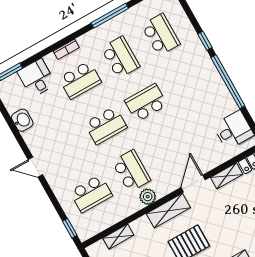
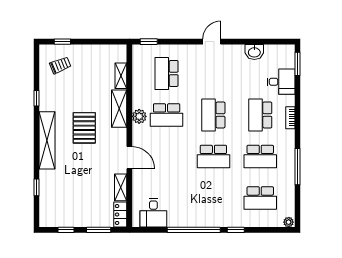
school desk: (146, 103) -> (213, 156), turned 90
shelving: (168, 211) -> (119, 109), moved

